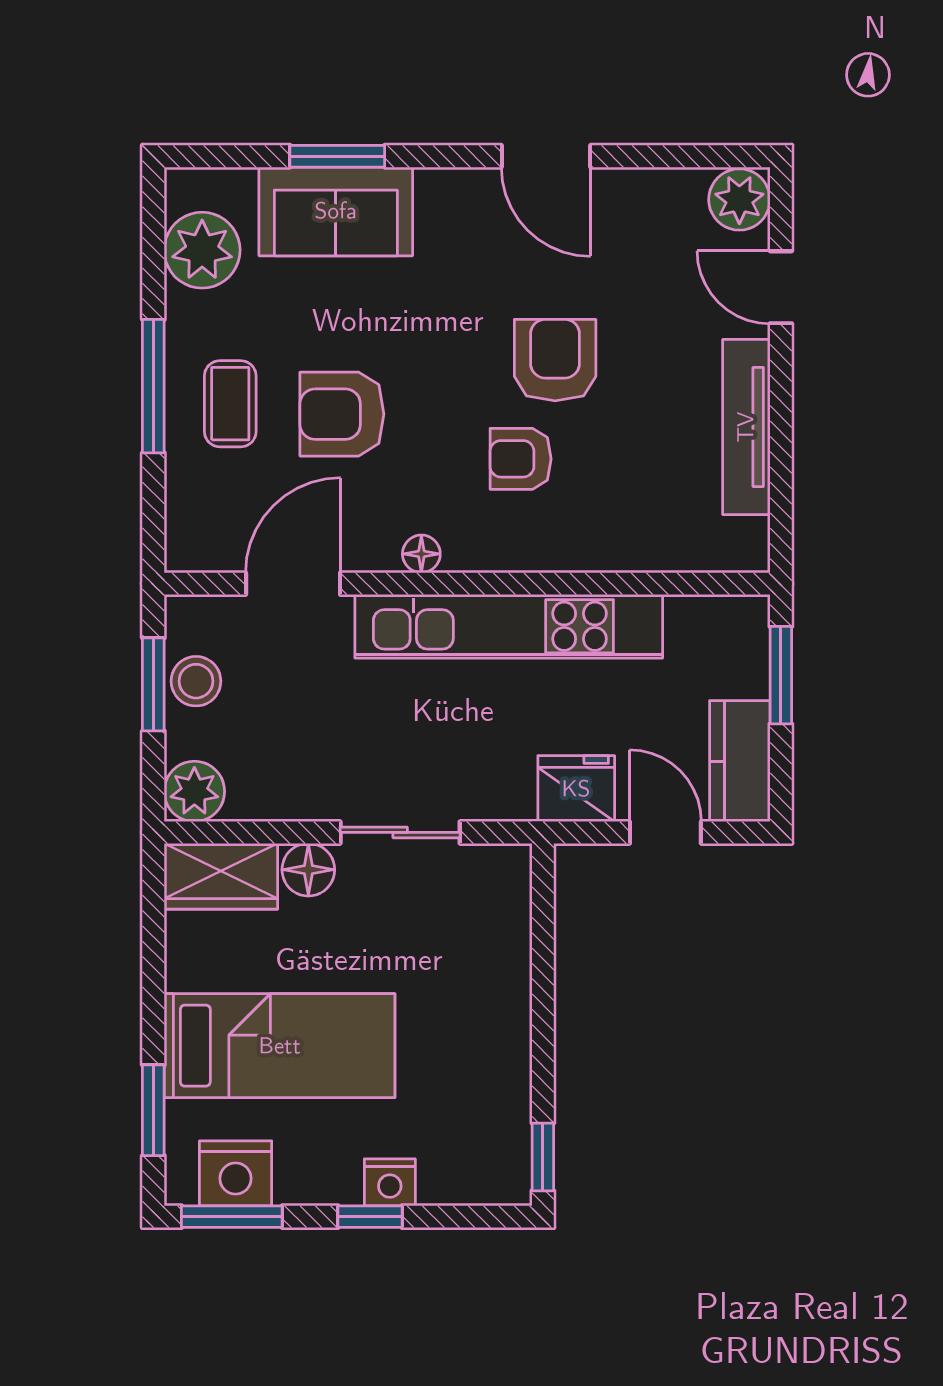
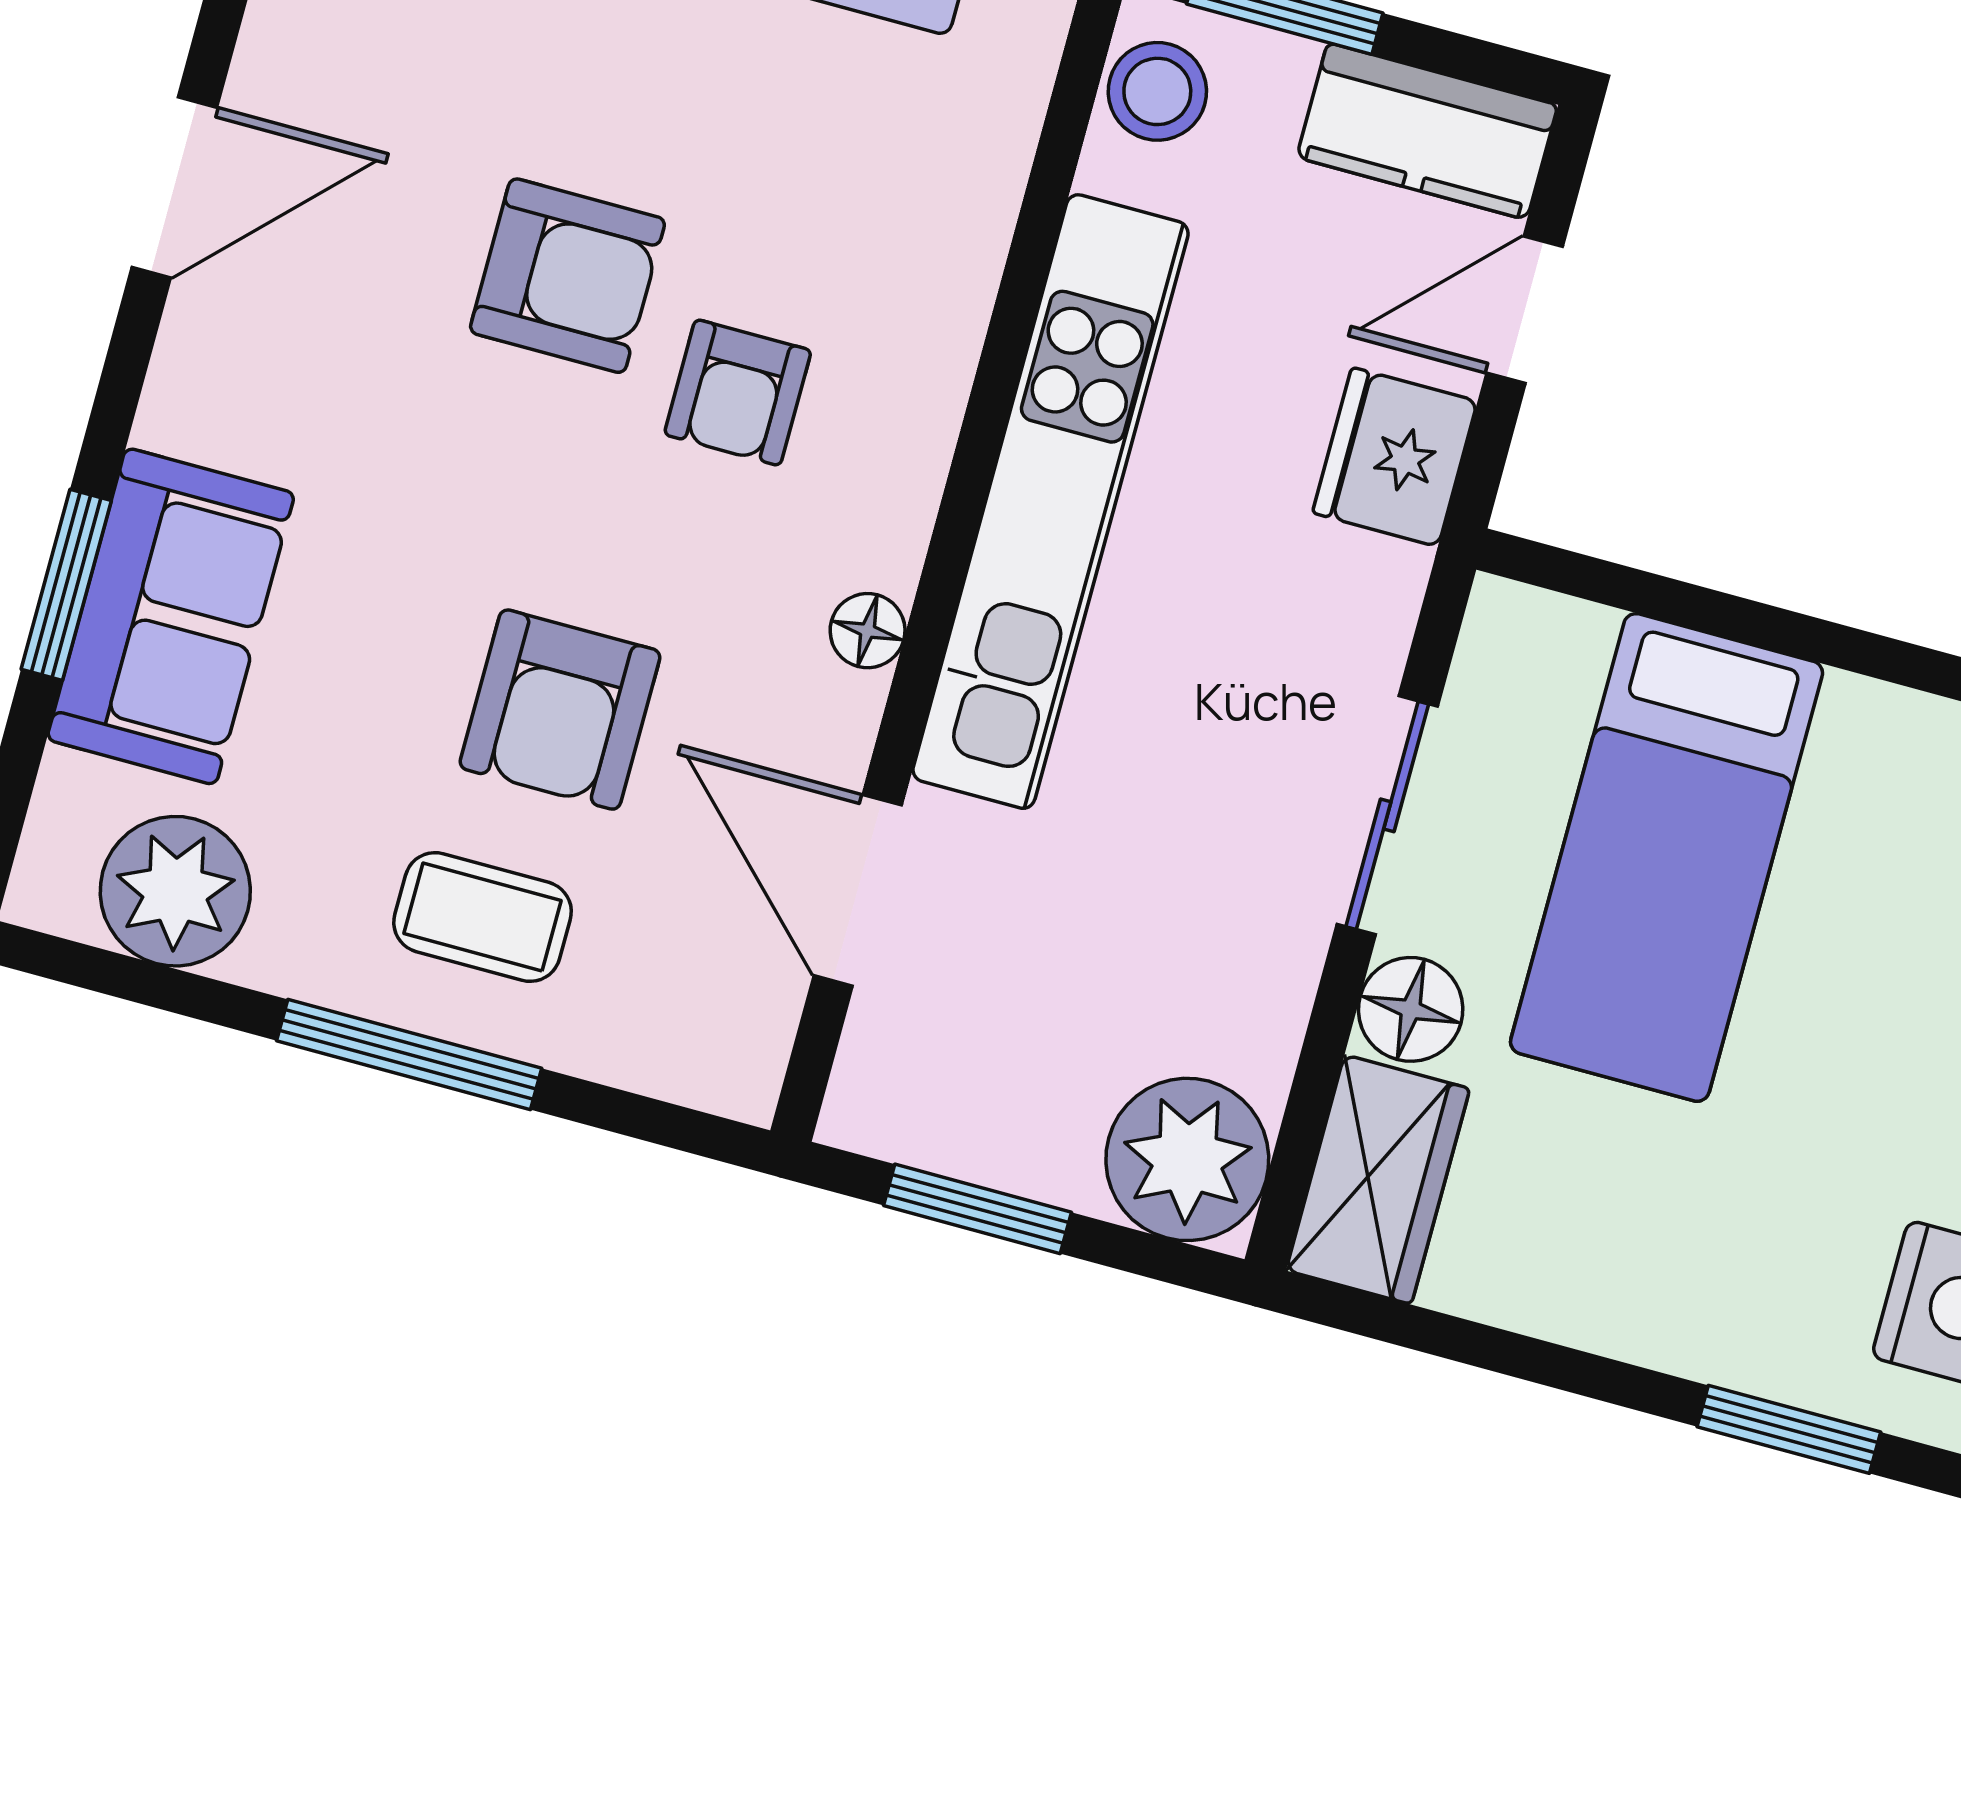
armchair: (555, 360) -> (567, 276), turned 180
stool: (196, 681) -> (1157, 91), moved
plant: (194, 791) -> (1187, 1159), width x1.36, depth x1.36
bed: (280, 1046) -> (1667, 857), moved, turned 180

